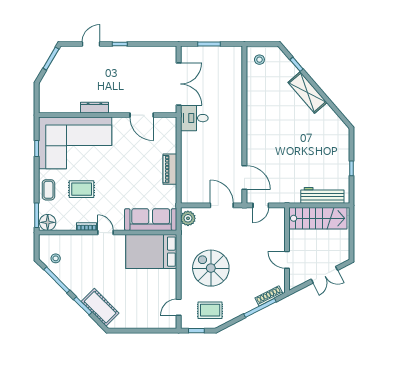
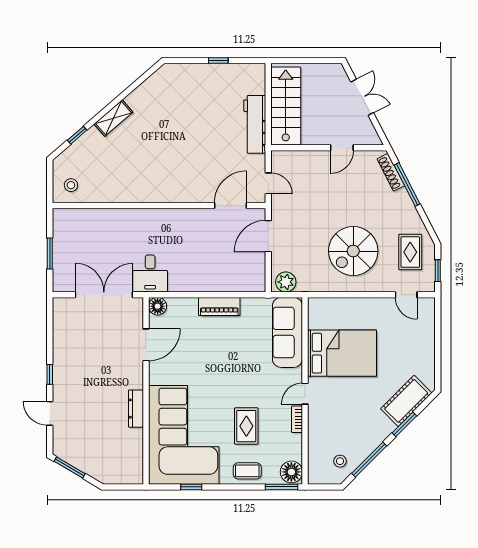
shelving: (307, 92) -> (113, 118), width x0.67, depth x0.75
floor lamp: (170, 124) -> (158, 306), added
workbench: (322, 195) -> (255, 124), moved
bed: (151, 252) -> (342, 353), moved, turned -90

